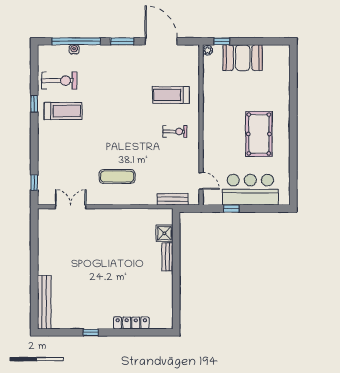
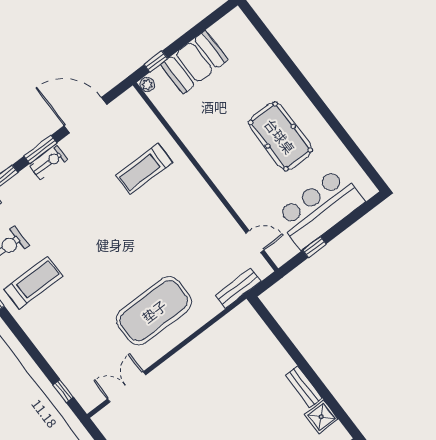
exercise bike: (175, 132) -> (49, 163), moved
exercise mat: (117, 177) -> (154, 311), width x2.00, depth x1.45
shower: (164, 233) -> (321, 417), moved
bench: (167, 257) -> (304, 387), moved

